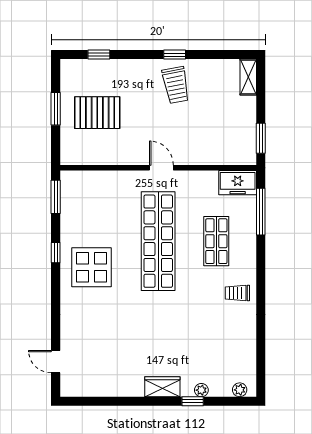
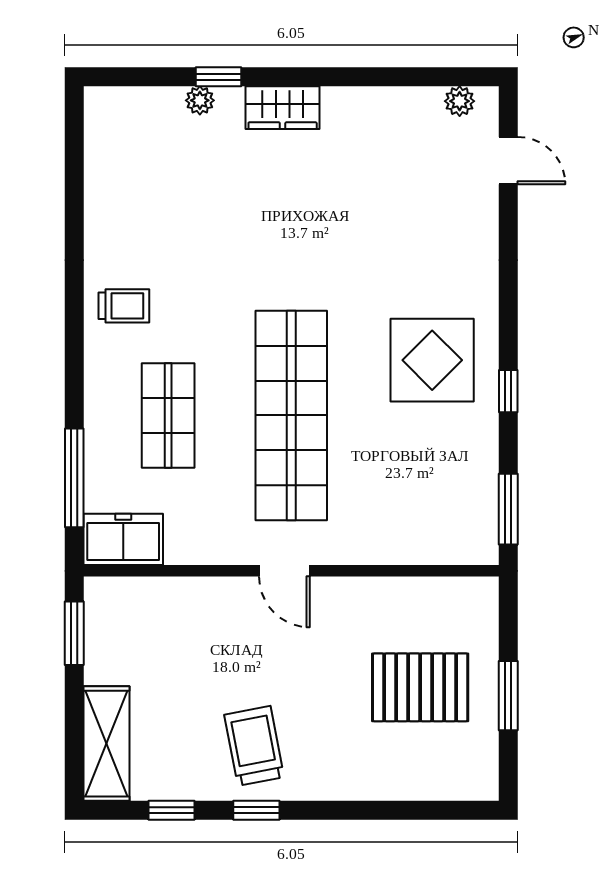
window: (99, 55) -> (172, 810), moved
shelving: (248, 77) -> (106, 744), width x1.50, depth x1.33
plant: (240, 390) -> (460, 101), moved

